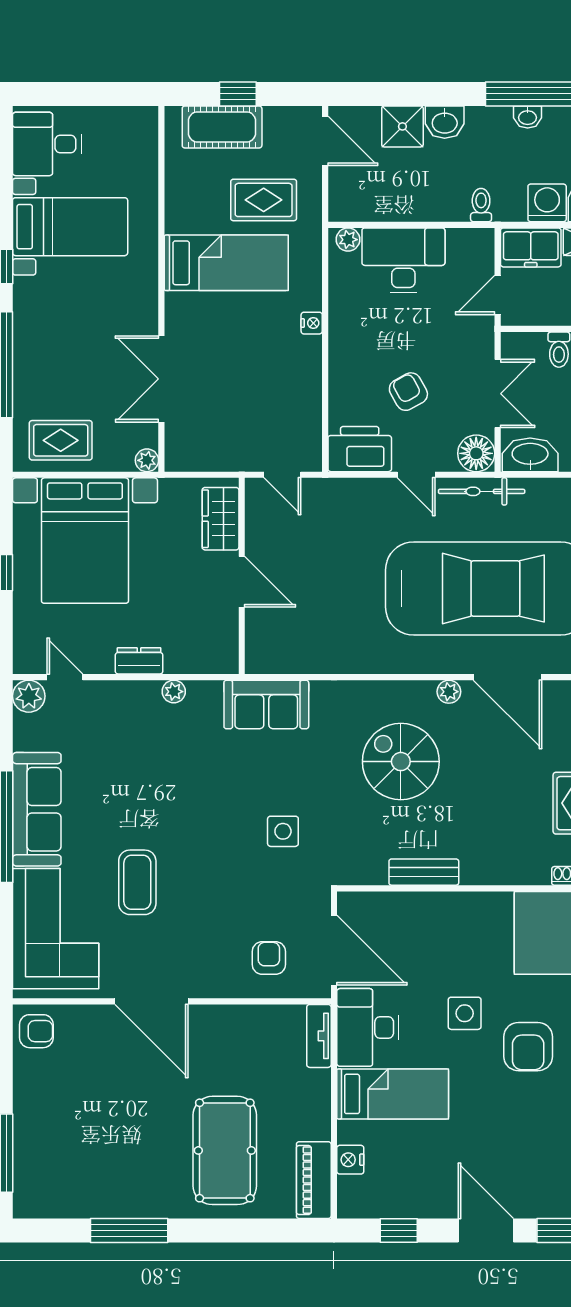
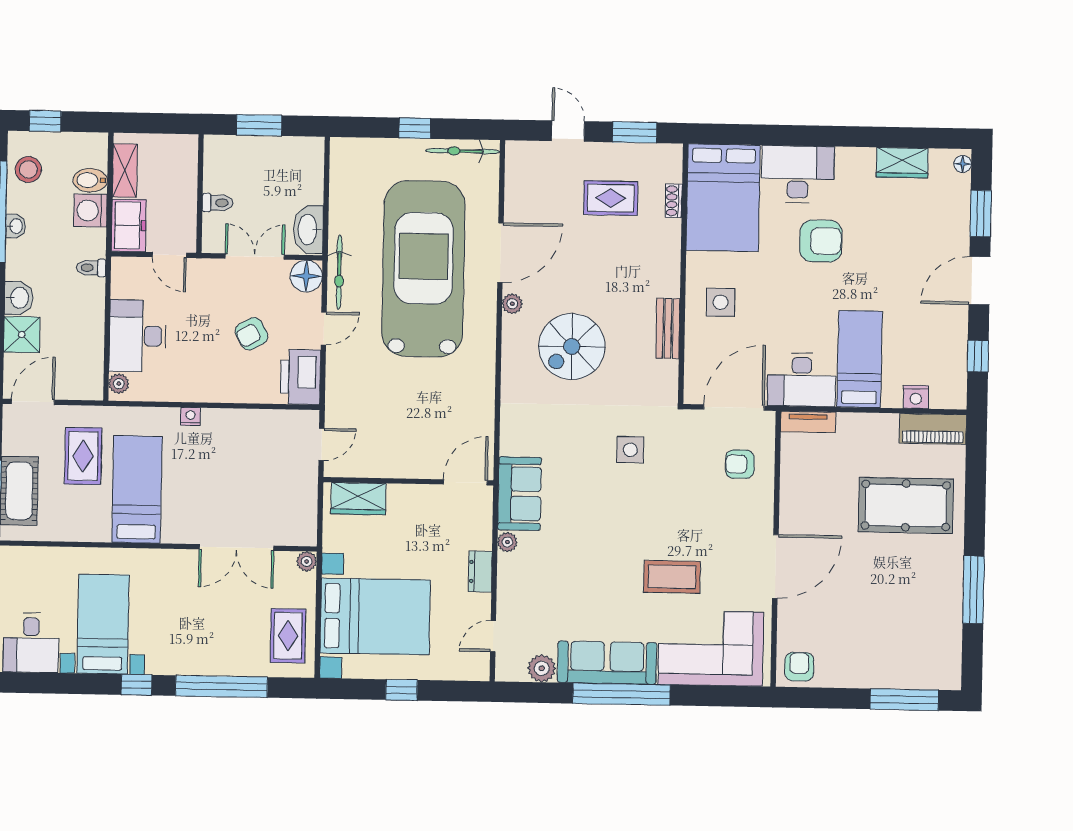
door: (242, 582) -> (465, 482), moved
plant: (29, 696) -> (542, 668), moved
sofa: (266, 704) -> (520, 494), moved
side table: (465, 1013) -> (721, 302), moved

